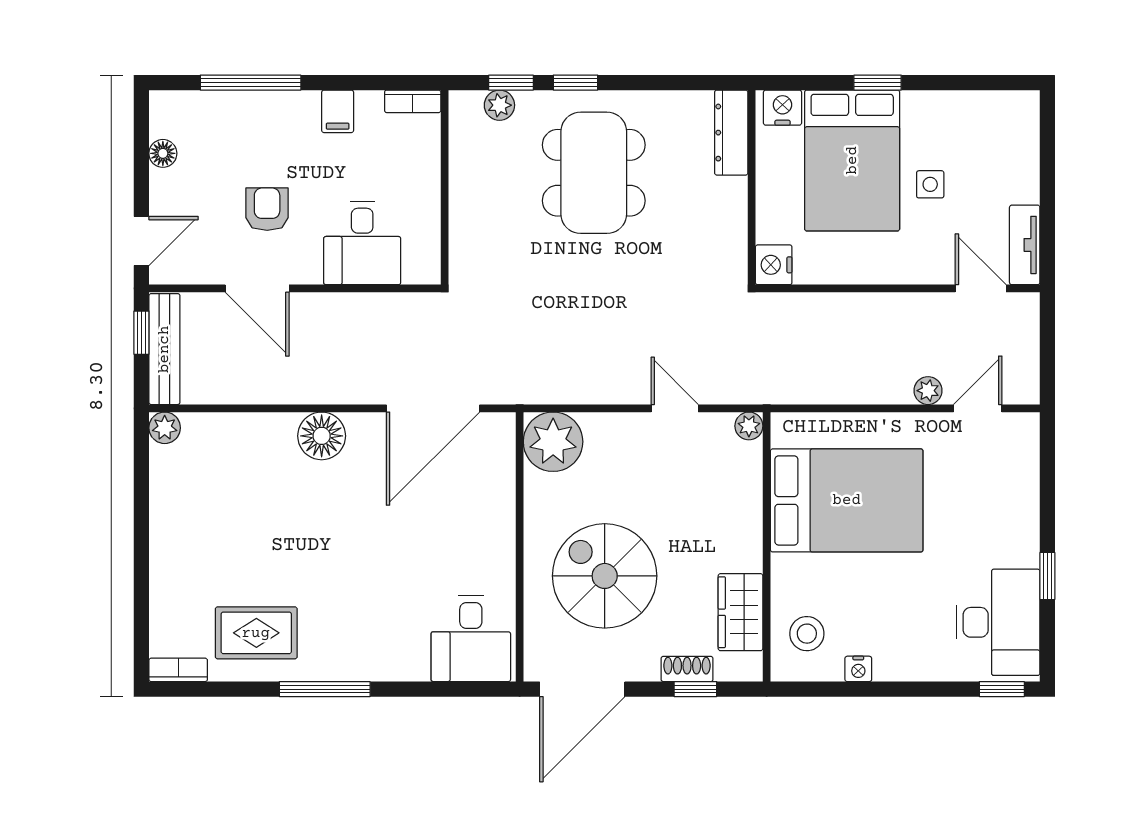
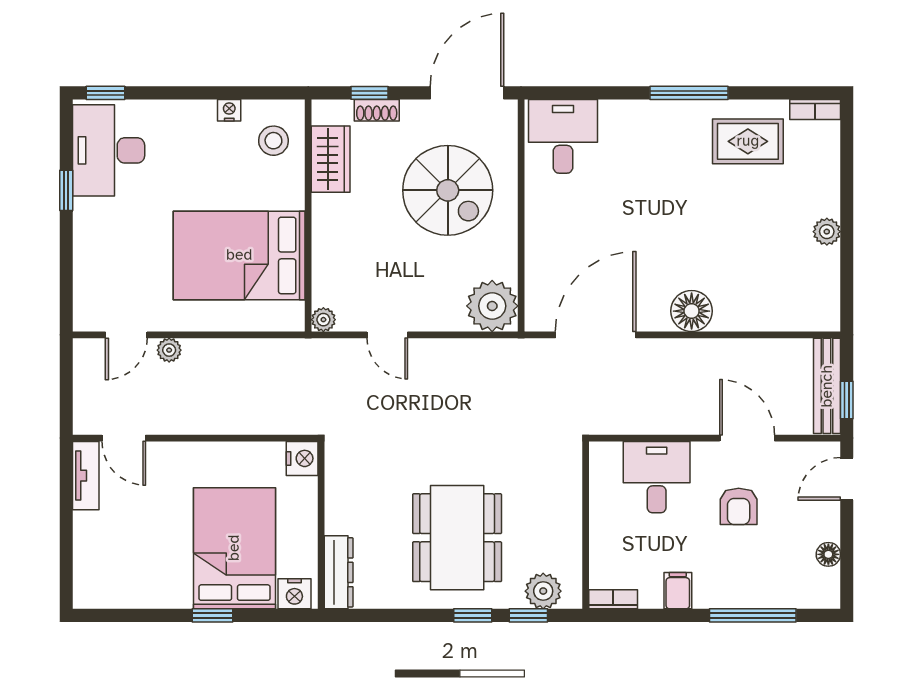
plant: (499, 105) -> (543, 591), width x1.38, depth x1.38
side table: (930, 184) -> (167, 528), removed
plant: (165, 428) -> (827, 232), moved

